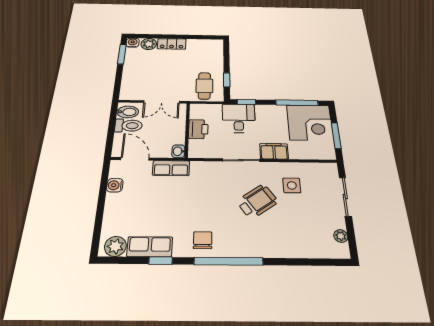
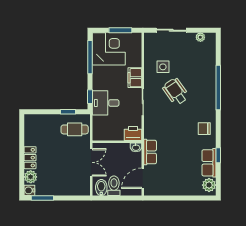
printer: (198, 129) -> (133, 133), moved
water cooler: (115, 185) -> (164, 190), removed
window: (229, 261) -> (218, 87), moved

